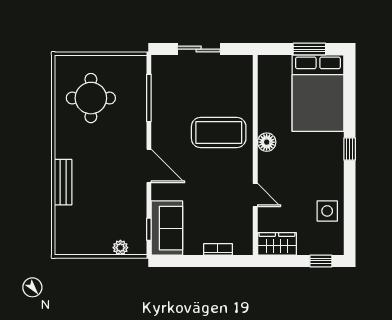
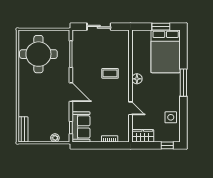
round table: (91, 98) -> (38, 54), width x1.36, depth x1.36
coffee table: (219, 132) -> (110, 73), width x0.54, depth x0.58
window: (350, 149) -> (183, 83), width x2.17
bench: (63, 182) -> (23, 129), moved

